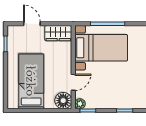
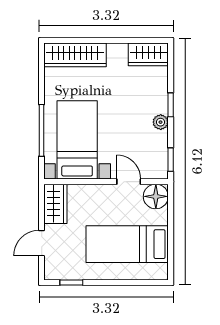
plant: (80, 104) -> (161, 122), moved

